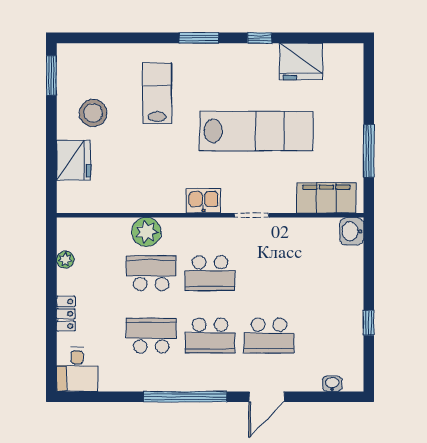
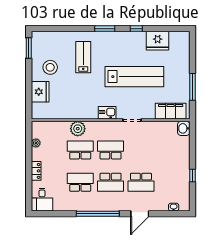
school desk: (210, 273) -> (111, 150), turned 180

